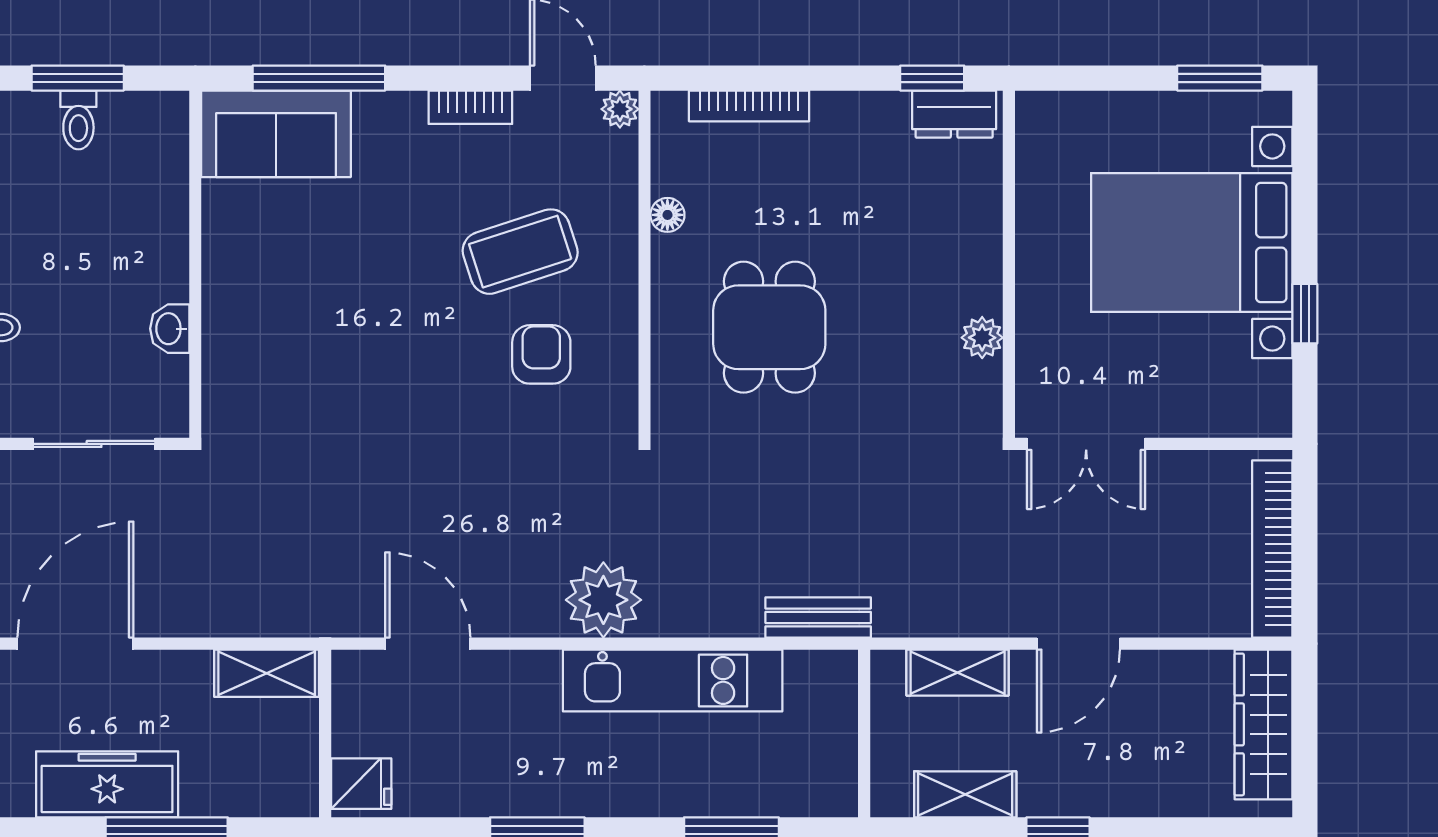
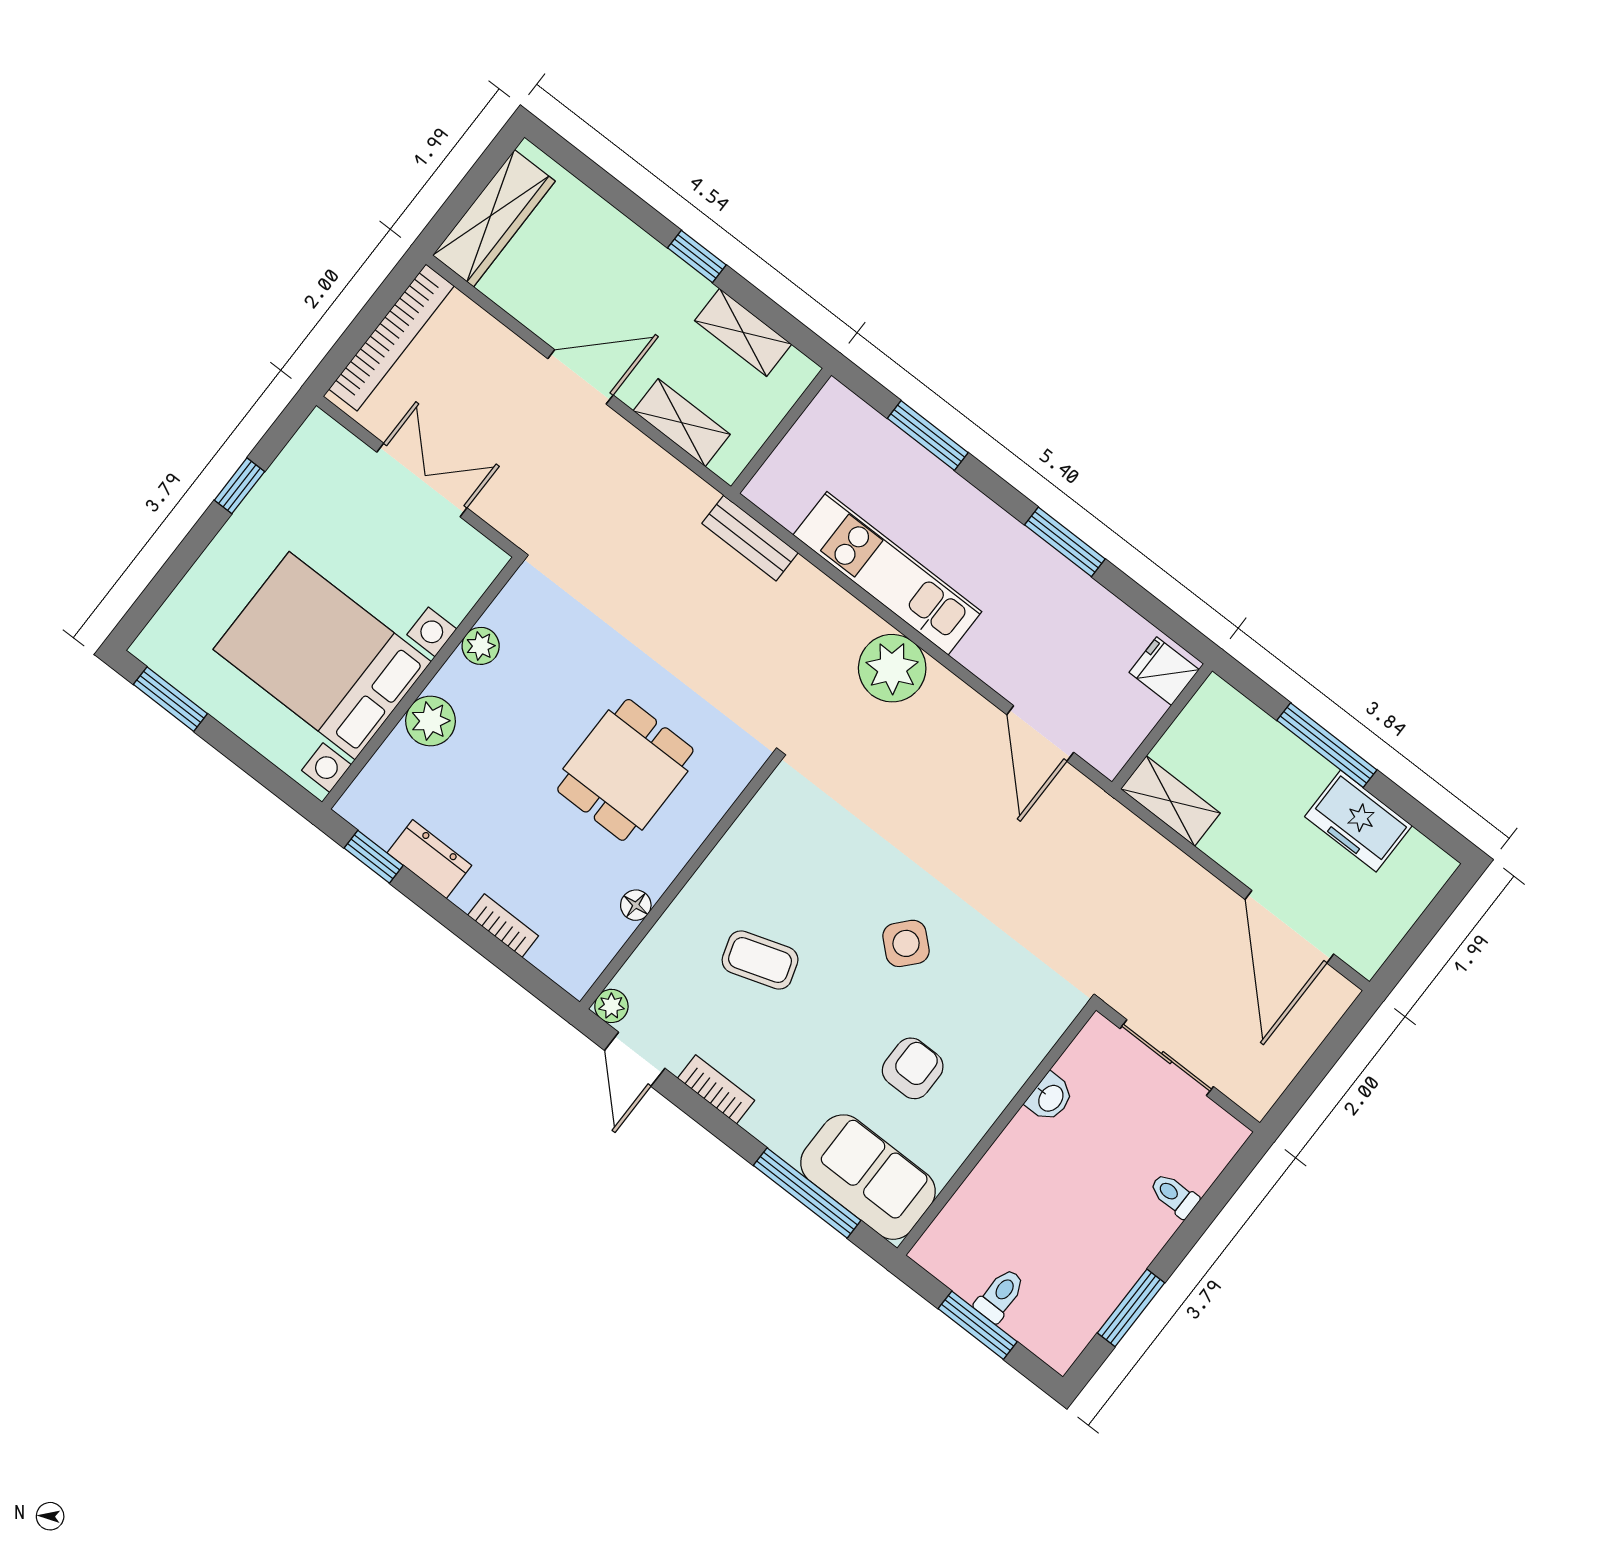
bookcase: (749, 106) -> (503, 926), width x0.64
dresser: (954, 114) -> (429, 859), moved
plant: (975, 237) -> (430, 721), added
bed with nightstands: (1192, 243) -> (322, 656), moved, turned 180
coffee table: (520, 252) -> (760, 960), width x0.73, depth x0.77
armchair: (541, 354) -> (913, 1068), moved, turned 180
side table: (403, 366) -> (906, 943), added
double door: (1086, 444) -> (422, 480), moved
door: (75, 644) -> (1289, 927), hinge flipped
freezer: (107, 784) -> (1358, 821), width x0.71

